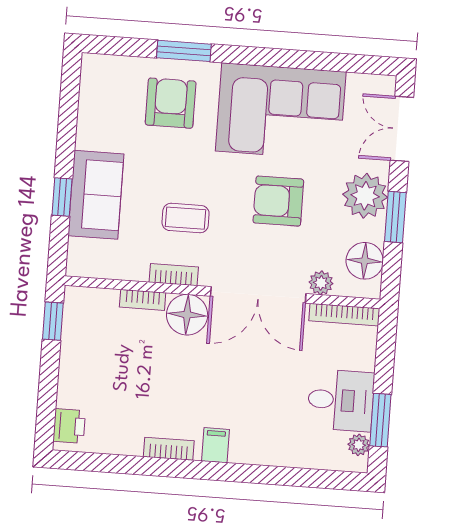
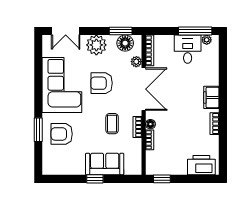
window: (62, 197) -> (95, 179), moved
armchair: (278, 201) -> (102, 83), turned 90
window: (395, 217) -> (121, 31), moved
floor lamp: (187, 315) -> (150, 124), width x0.53, depth x0.53
window: (380, 420) -> (195, 31), width x1.44
printer: (69, 426) -> (201, 165), width x1.87, depth x1.48
filing cabinet: (215, 445) -> (211, 97), width x2.00

